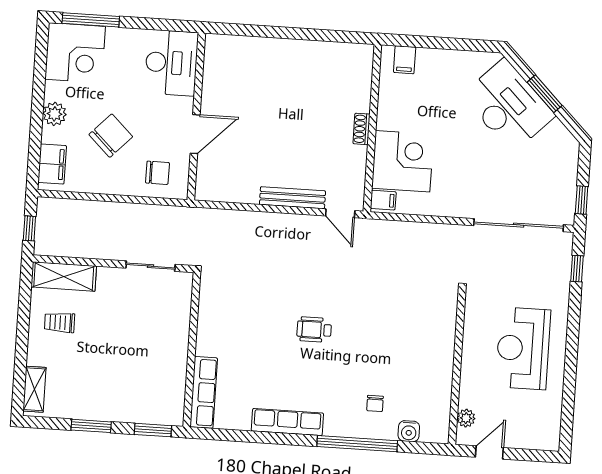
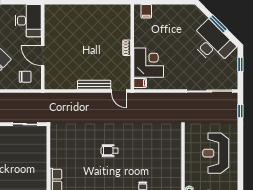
desk: (508, 106) -> (212, 43), moved
door: (195, 134) -> (43, 56), swing flipped
window: (582, 200) -> (240, 64), moved

